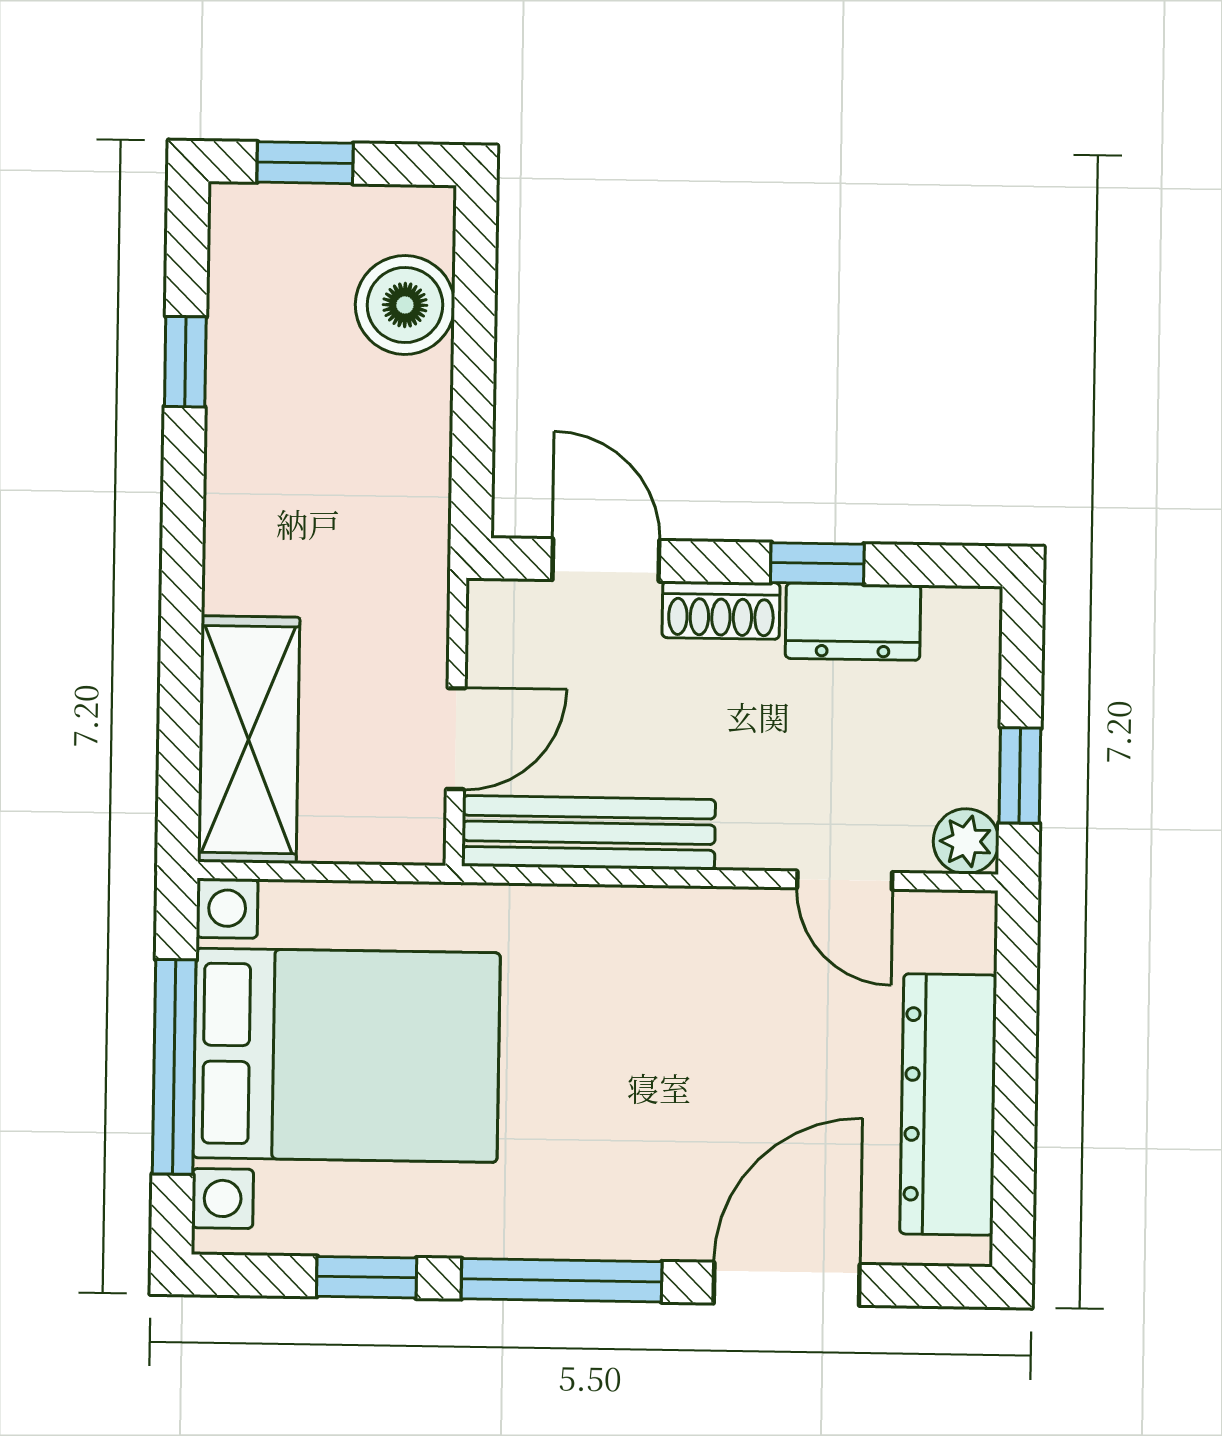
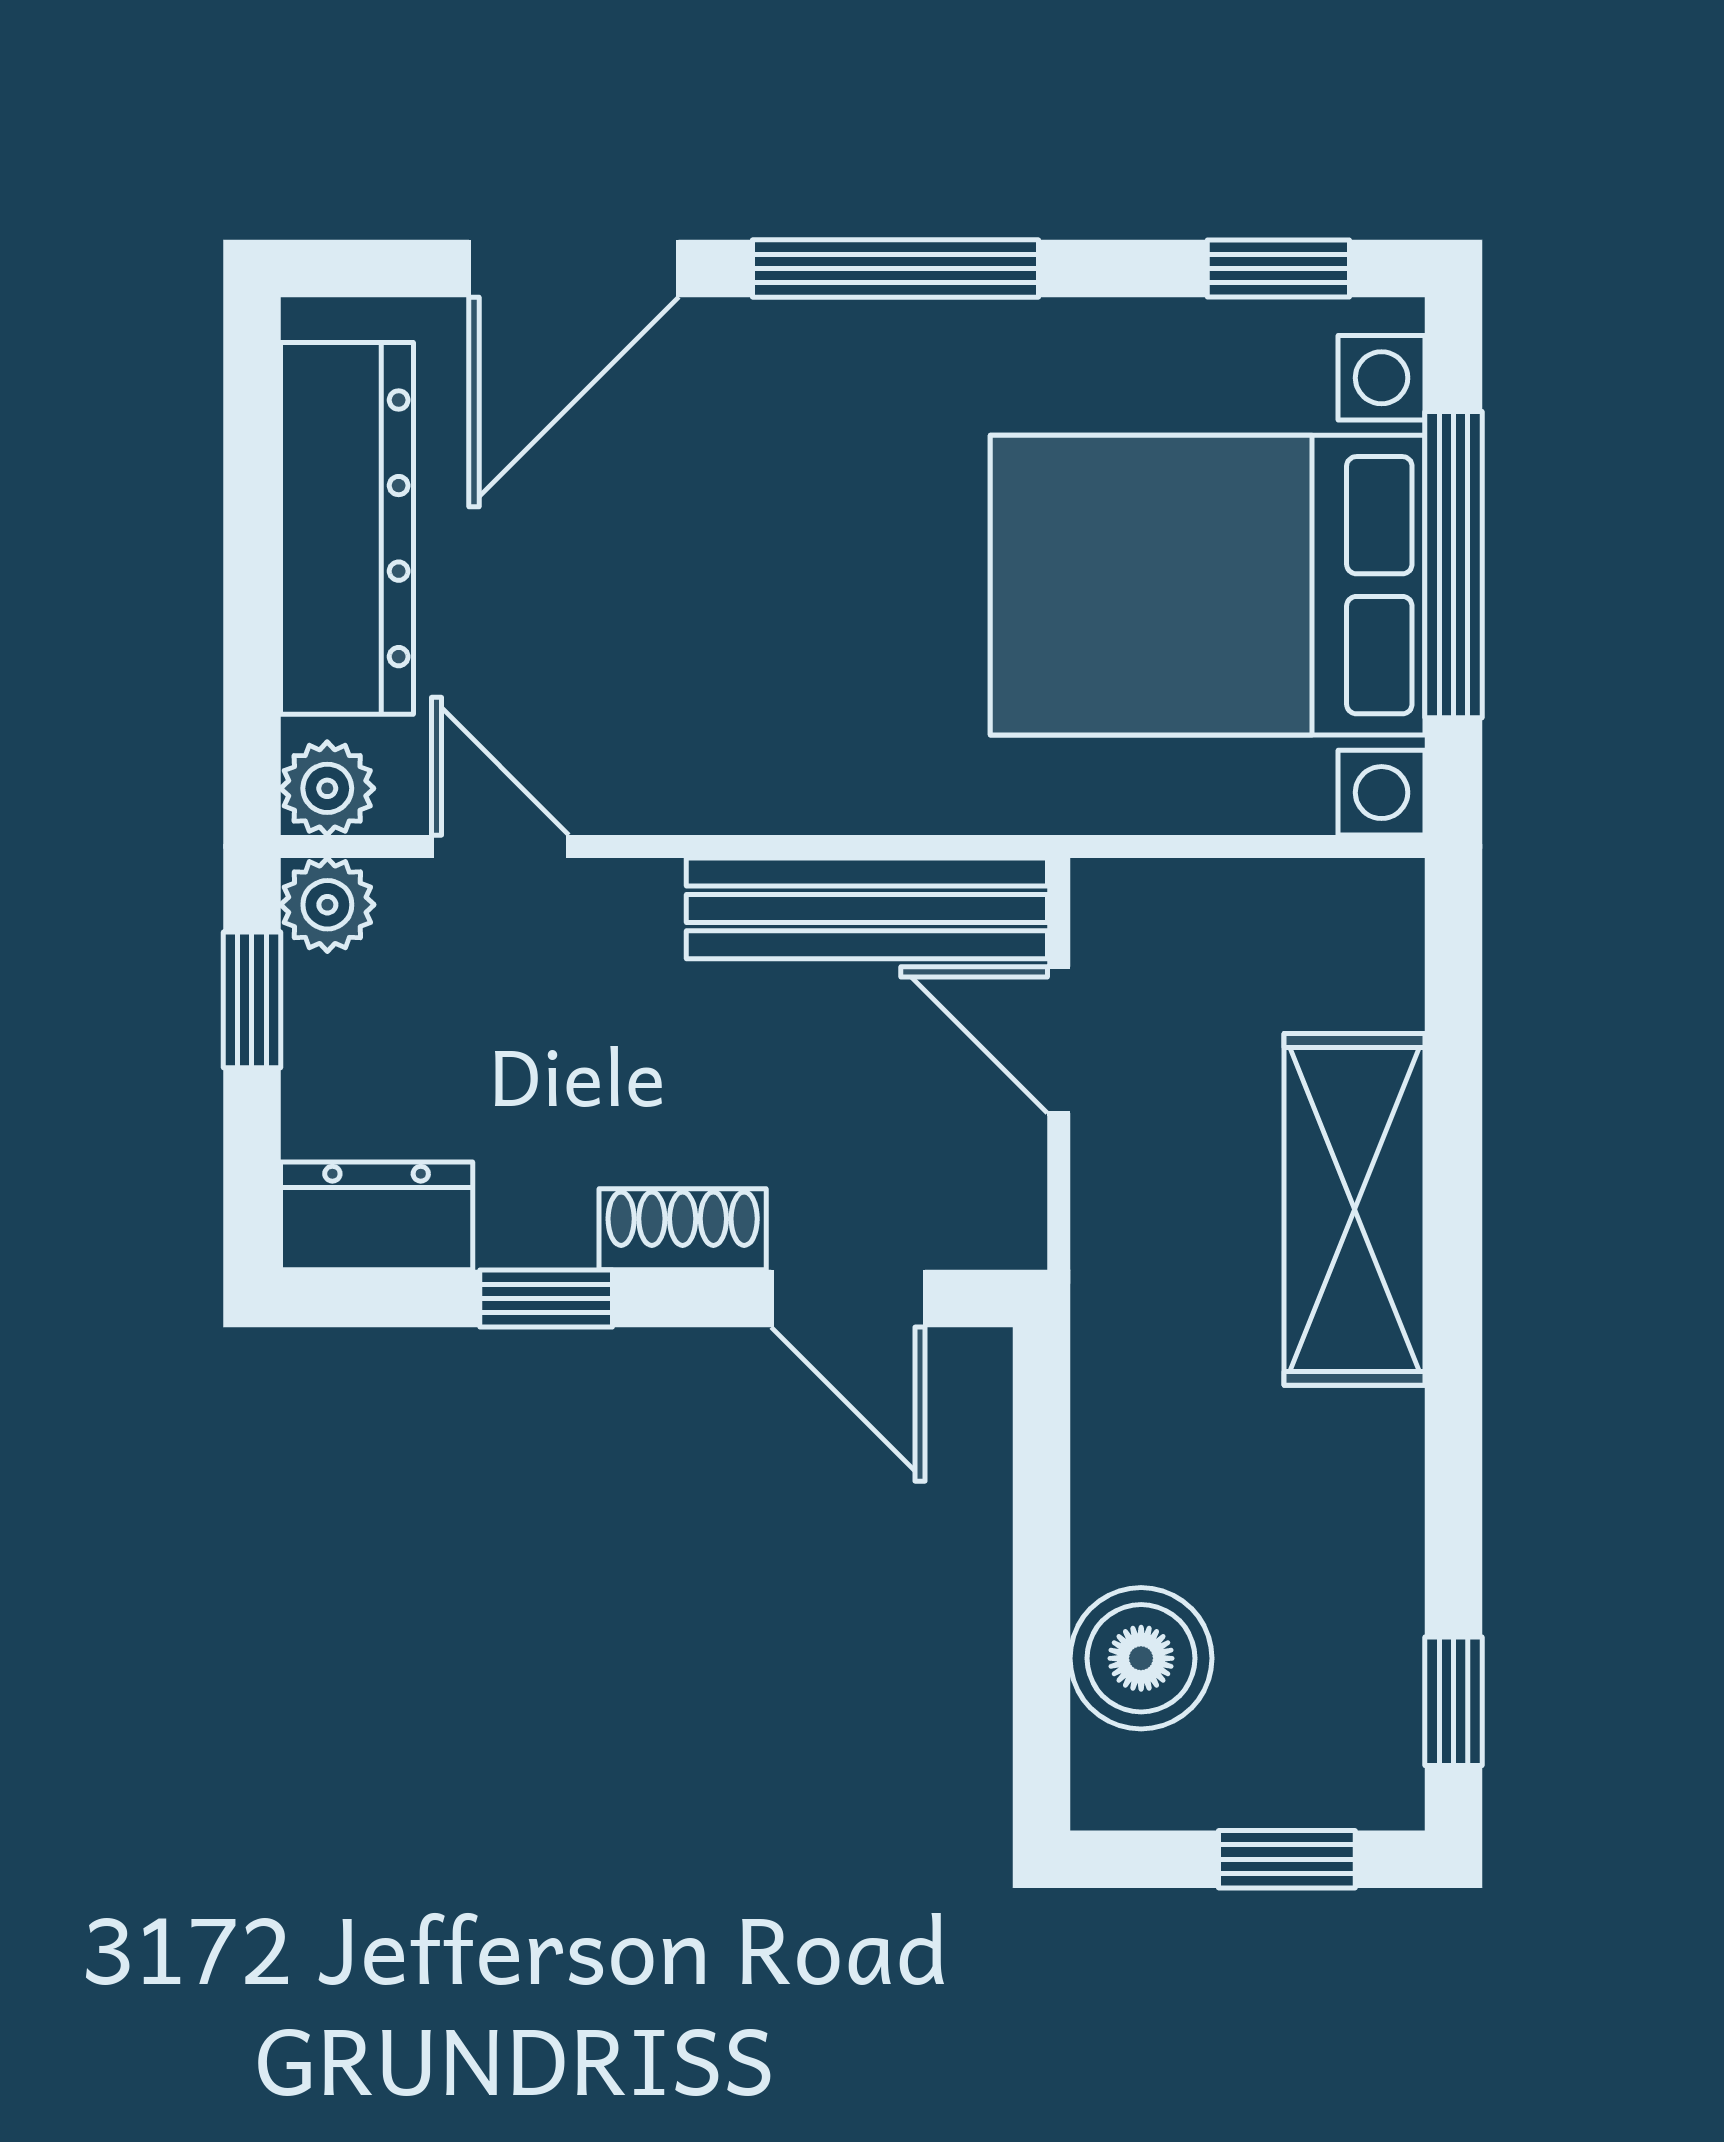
window: (185, 362) -> (1454, 1701), moved
dresser: (853, 622) -> (377, 1216), moved
door: (456, 739) -> (1059, 1040), hinge flipped
shelving: (249, 740) -> (1355, 1209), moved
plant: (965, 923) -> (327, 788), added
window: (367, 1277) -> (1278, 269), moved

